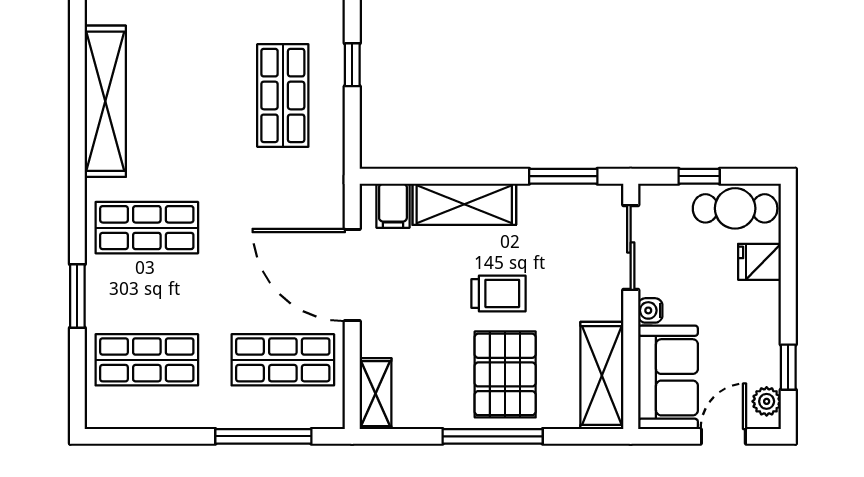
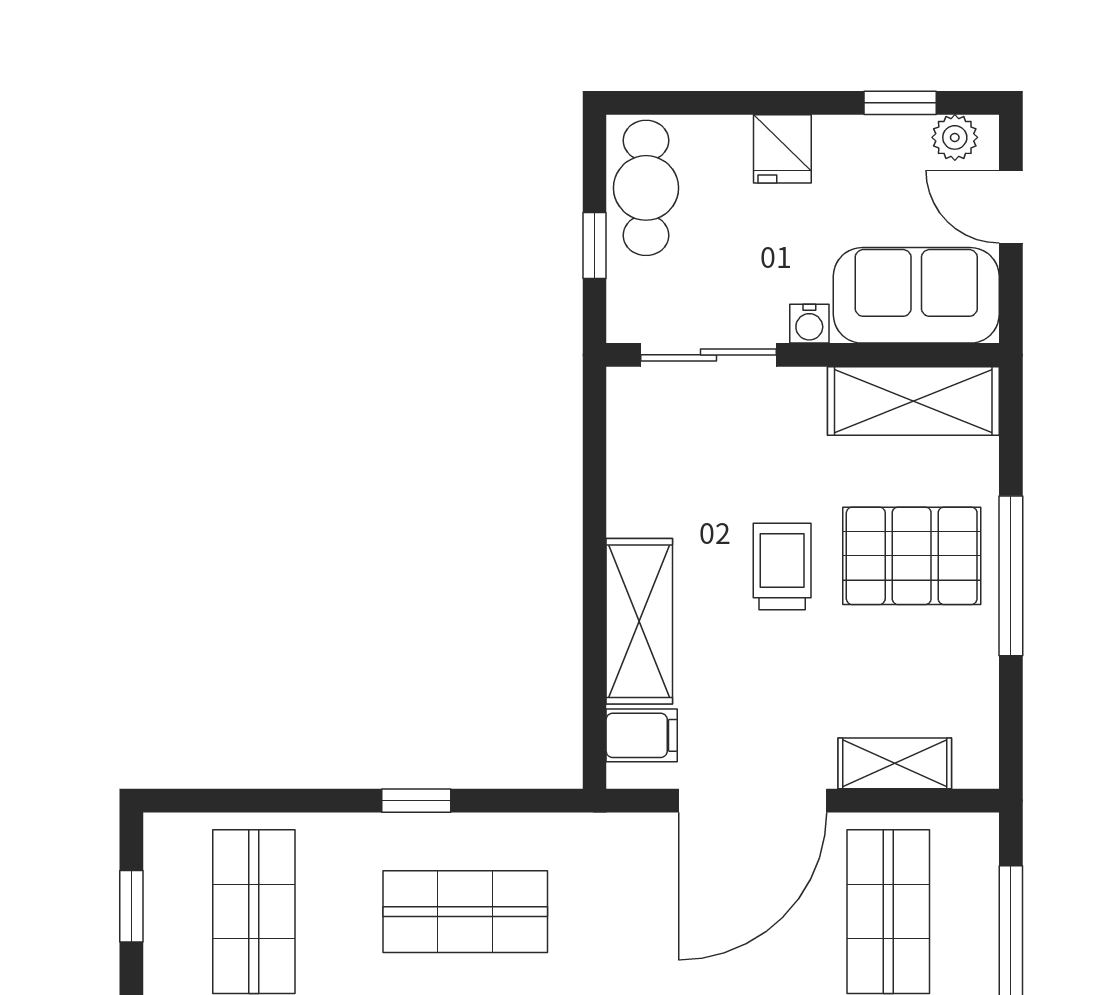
window: (563, 176) -> (594, 463), removed
fridge: (759, 262) -> (782, 149), moved
shelving: (375, 394) -> (895, 763), moved

